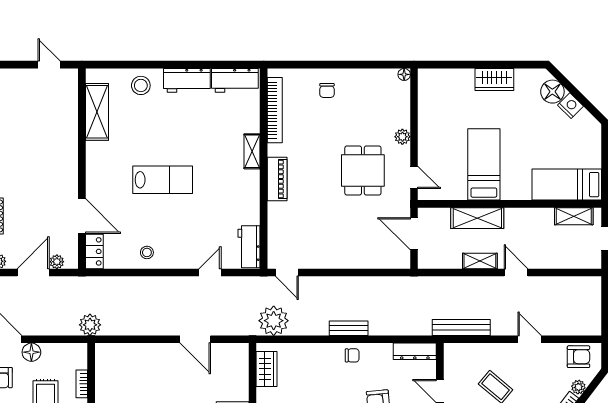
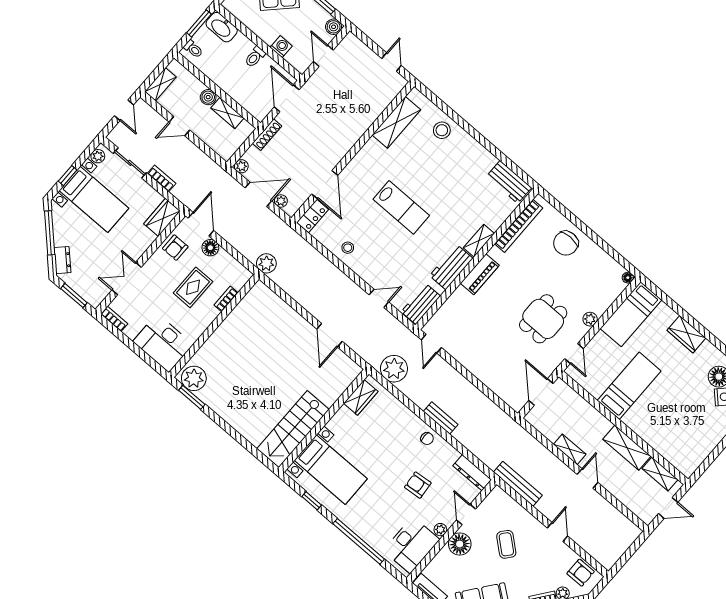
workbench: (187, 80) -> (451, 267), moved, turned 90
chair: (327, 90) -> (566, 243), width x1.87, depth x1.87
bed: (567, 185) -> (631, 314), moved, turned -90
shelving: (477, 218) -> (627, 448), moved

